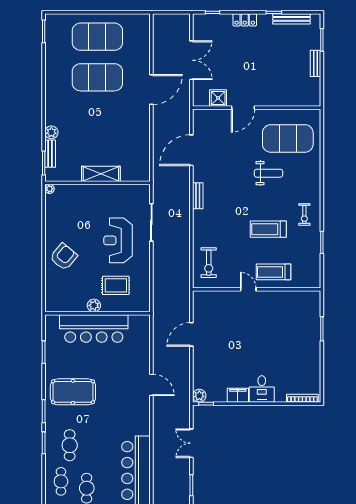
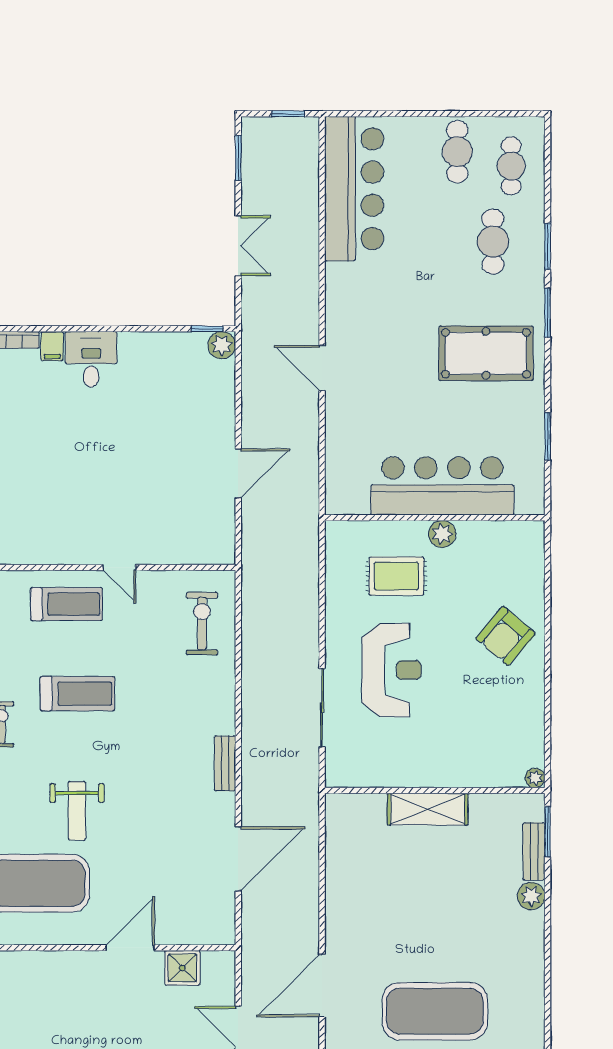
weight bench: (268, 173) -> (77, 811), turned -90
filing cabinet: (238, 395) -> (52, 346), moved, width x0.50

